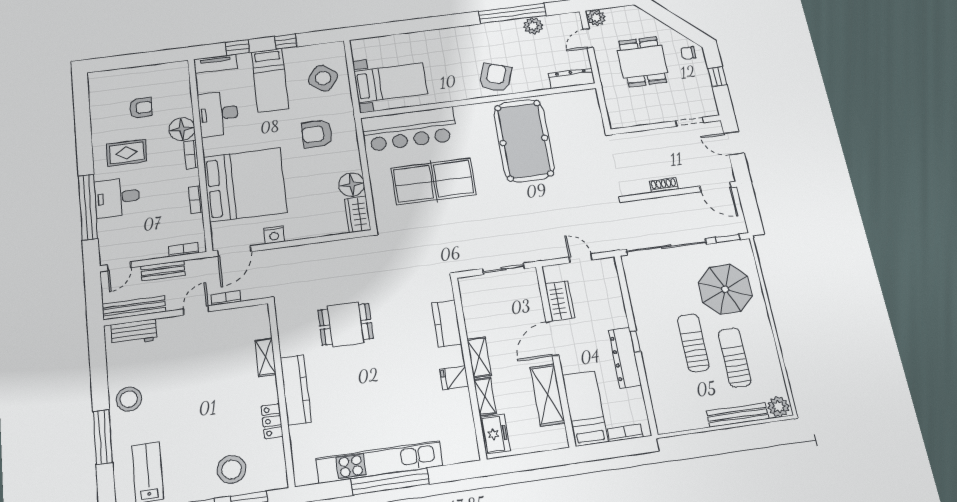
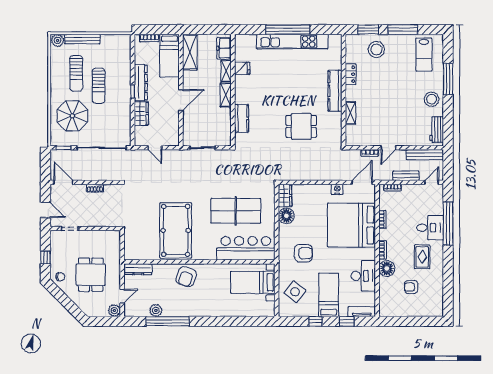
rug: (127, 153) -> (422, 257), turned 90
wardrobe: (560, 301) -> (141, 114), moved, turned 180
workbench: (134, 332) -> (437, 130), moved, turned -90
fridge: (454, 378) -> (242, 68), moved
shelving: (547, 395) -> (190, 52), moved

